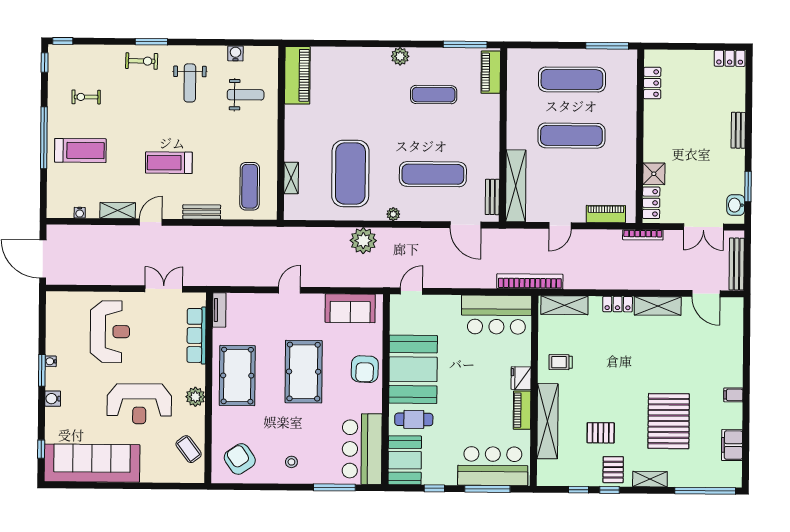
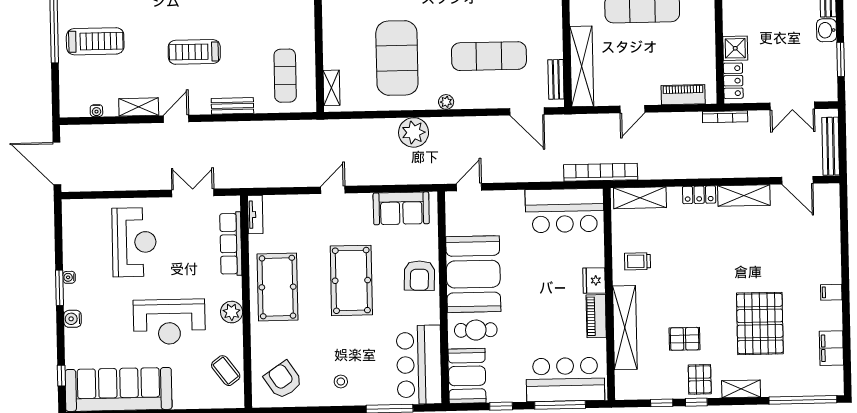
shelving: (291, 178) -> (331, 88), moved
washbasin: (736, 205) -> (826, 30), moved

